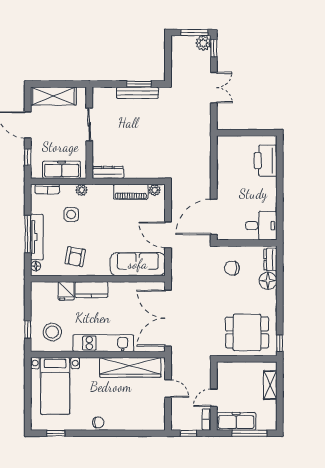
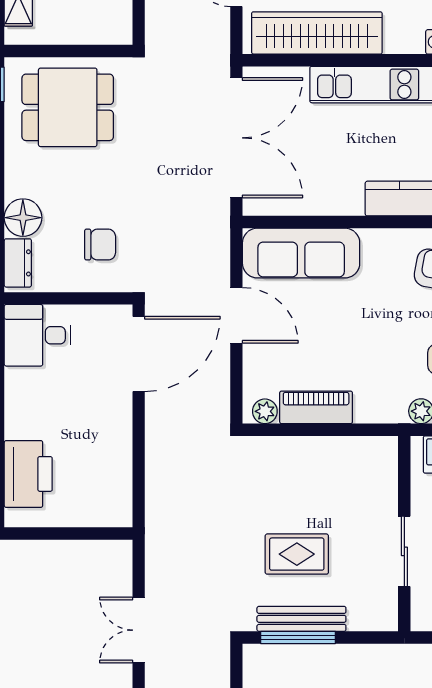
window: (139, 84) -> (298, 637), width x1.44
rug: (140, 123) -> (297, 554), added
dresser: (108, 172) -> (365, 449), removed

